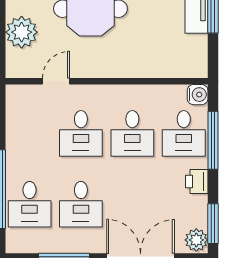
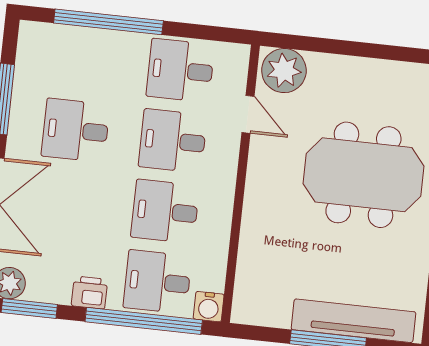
plant: (22, 32) -> (284, 71), moved
window: (213, 140) -> (144, 321), width x1.46
desk: (30, 204) -> (180, 70), moved

